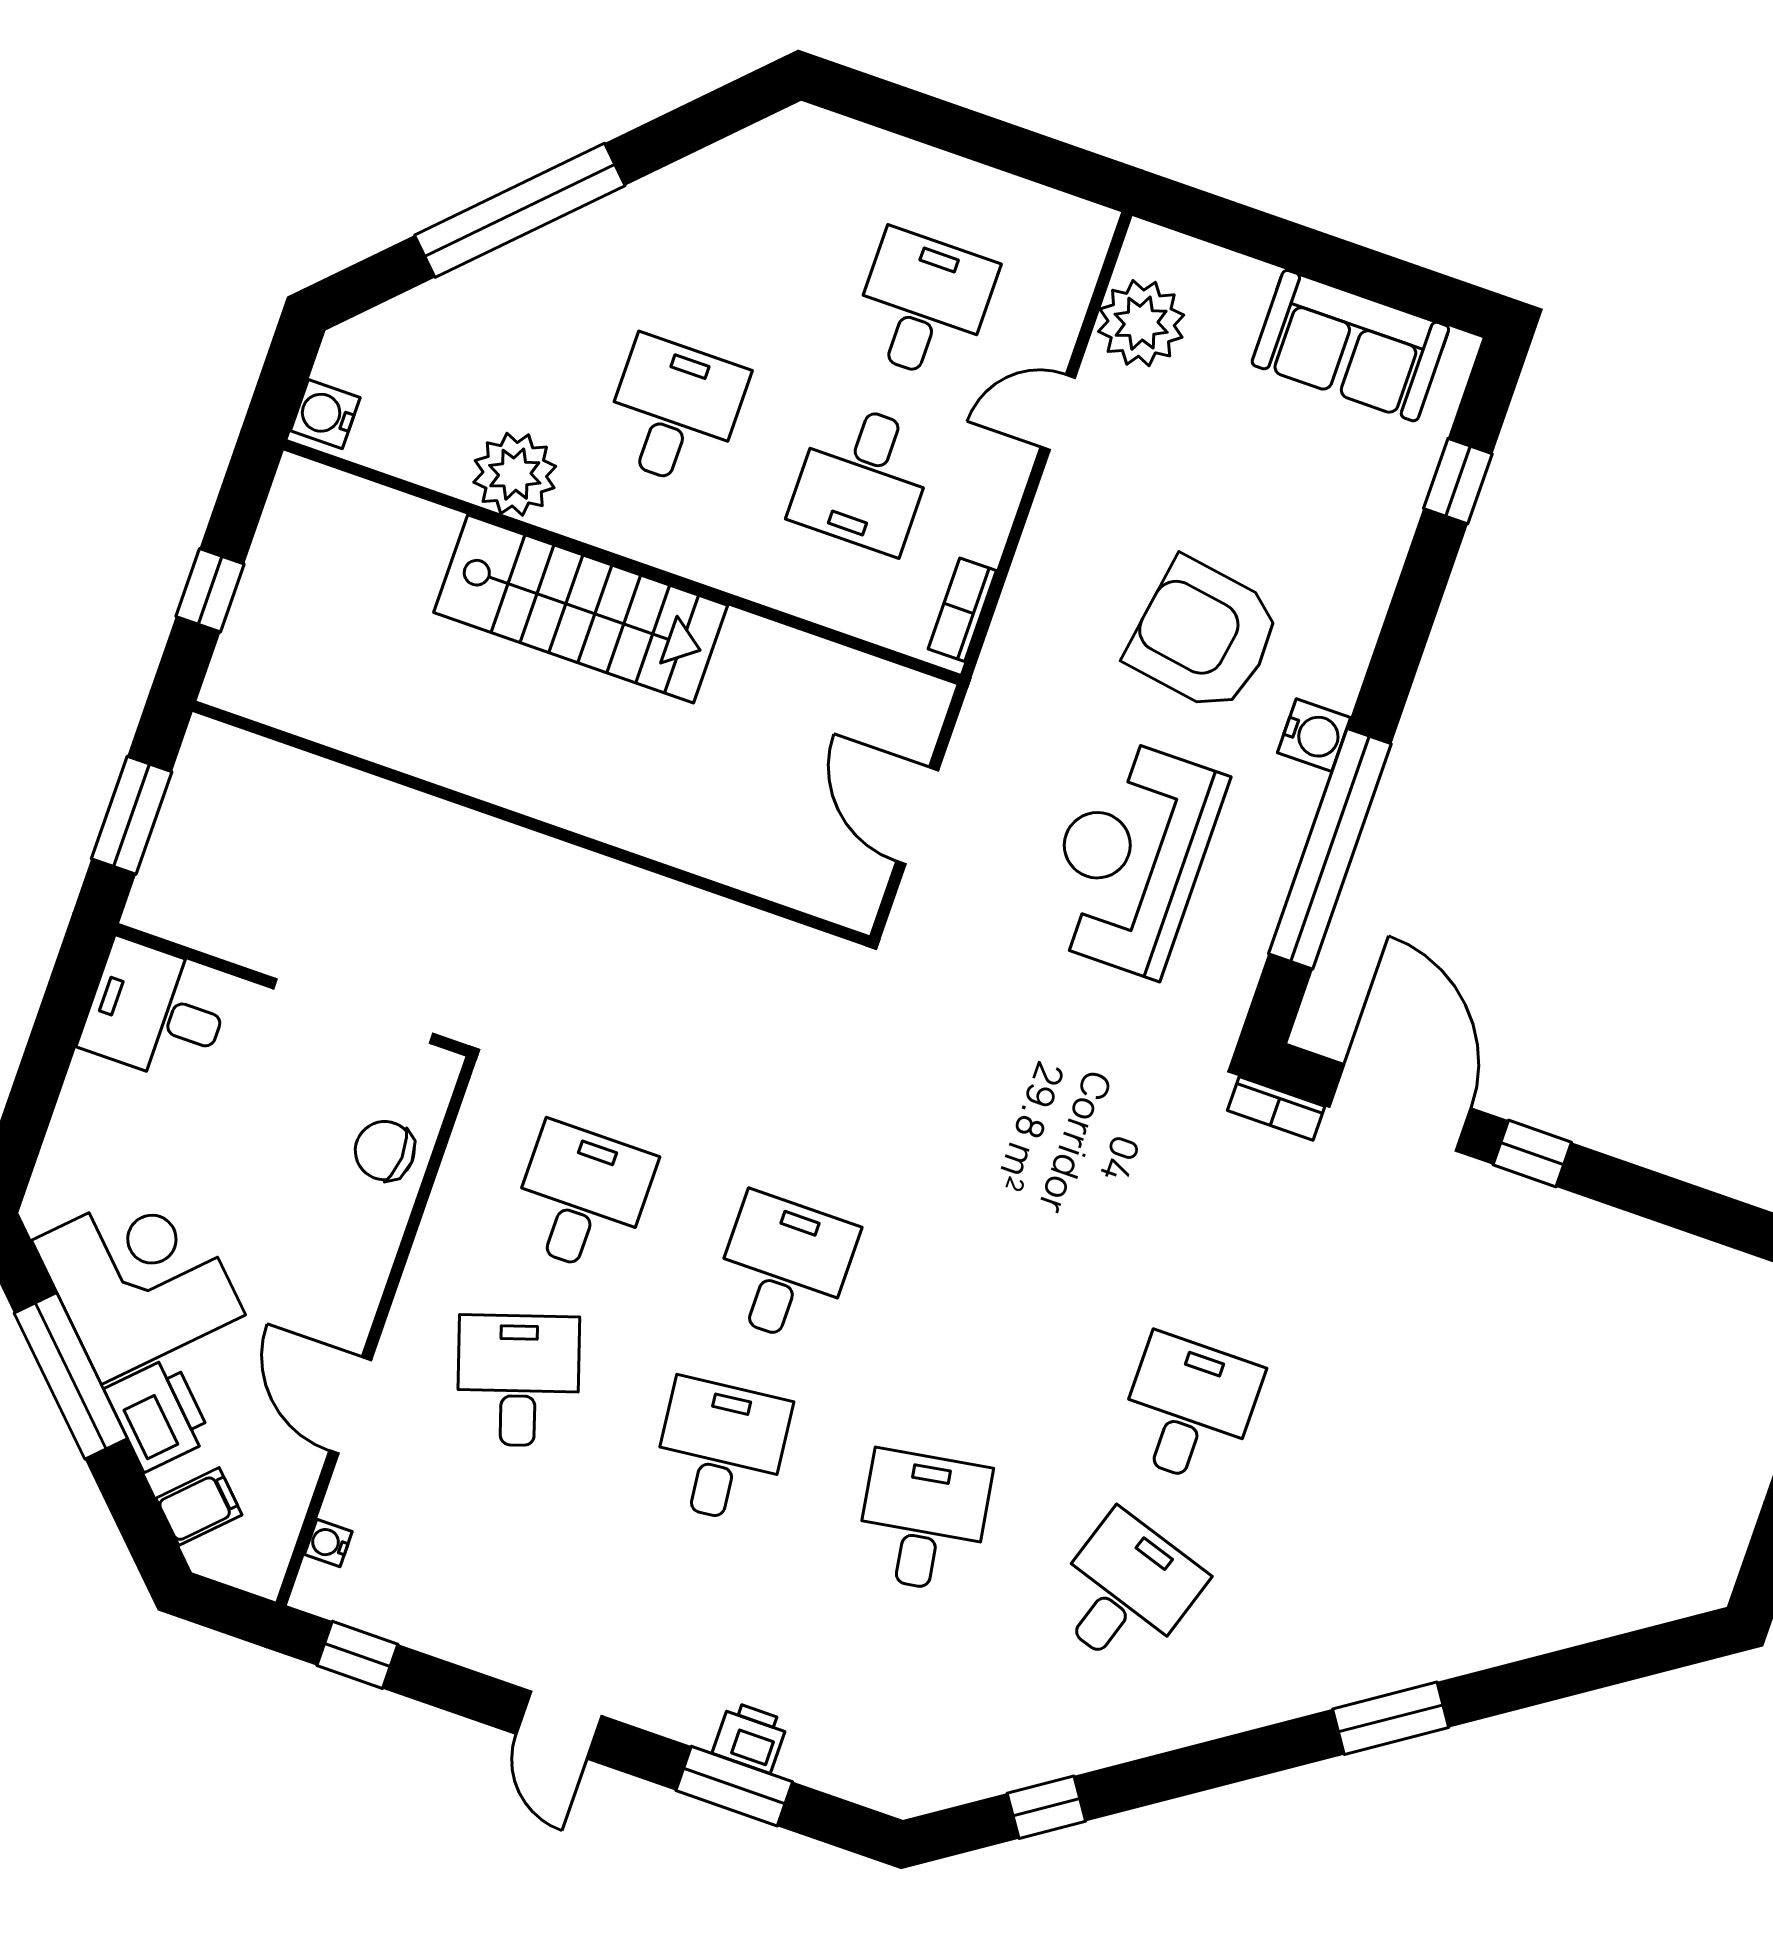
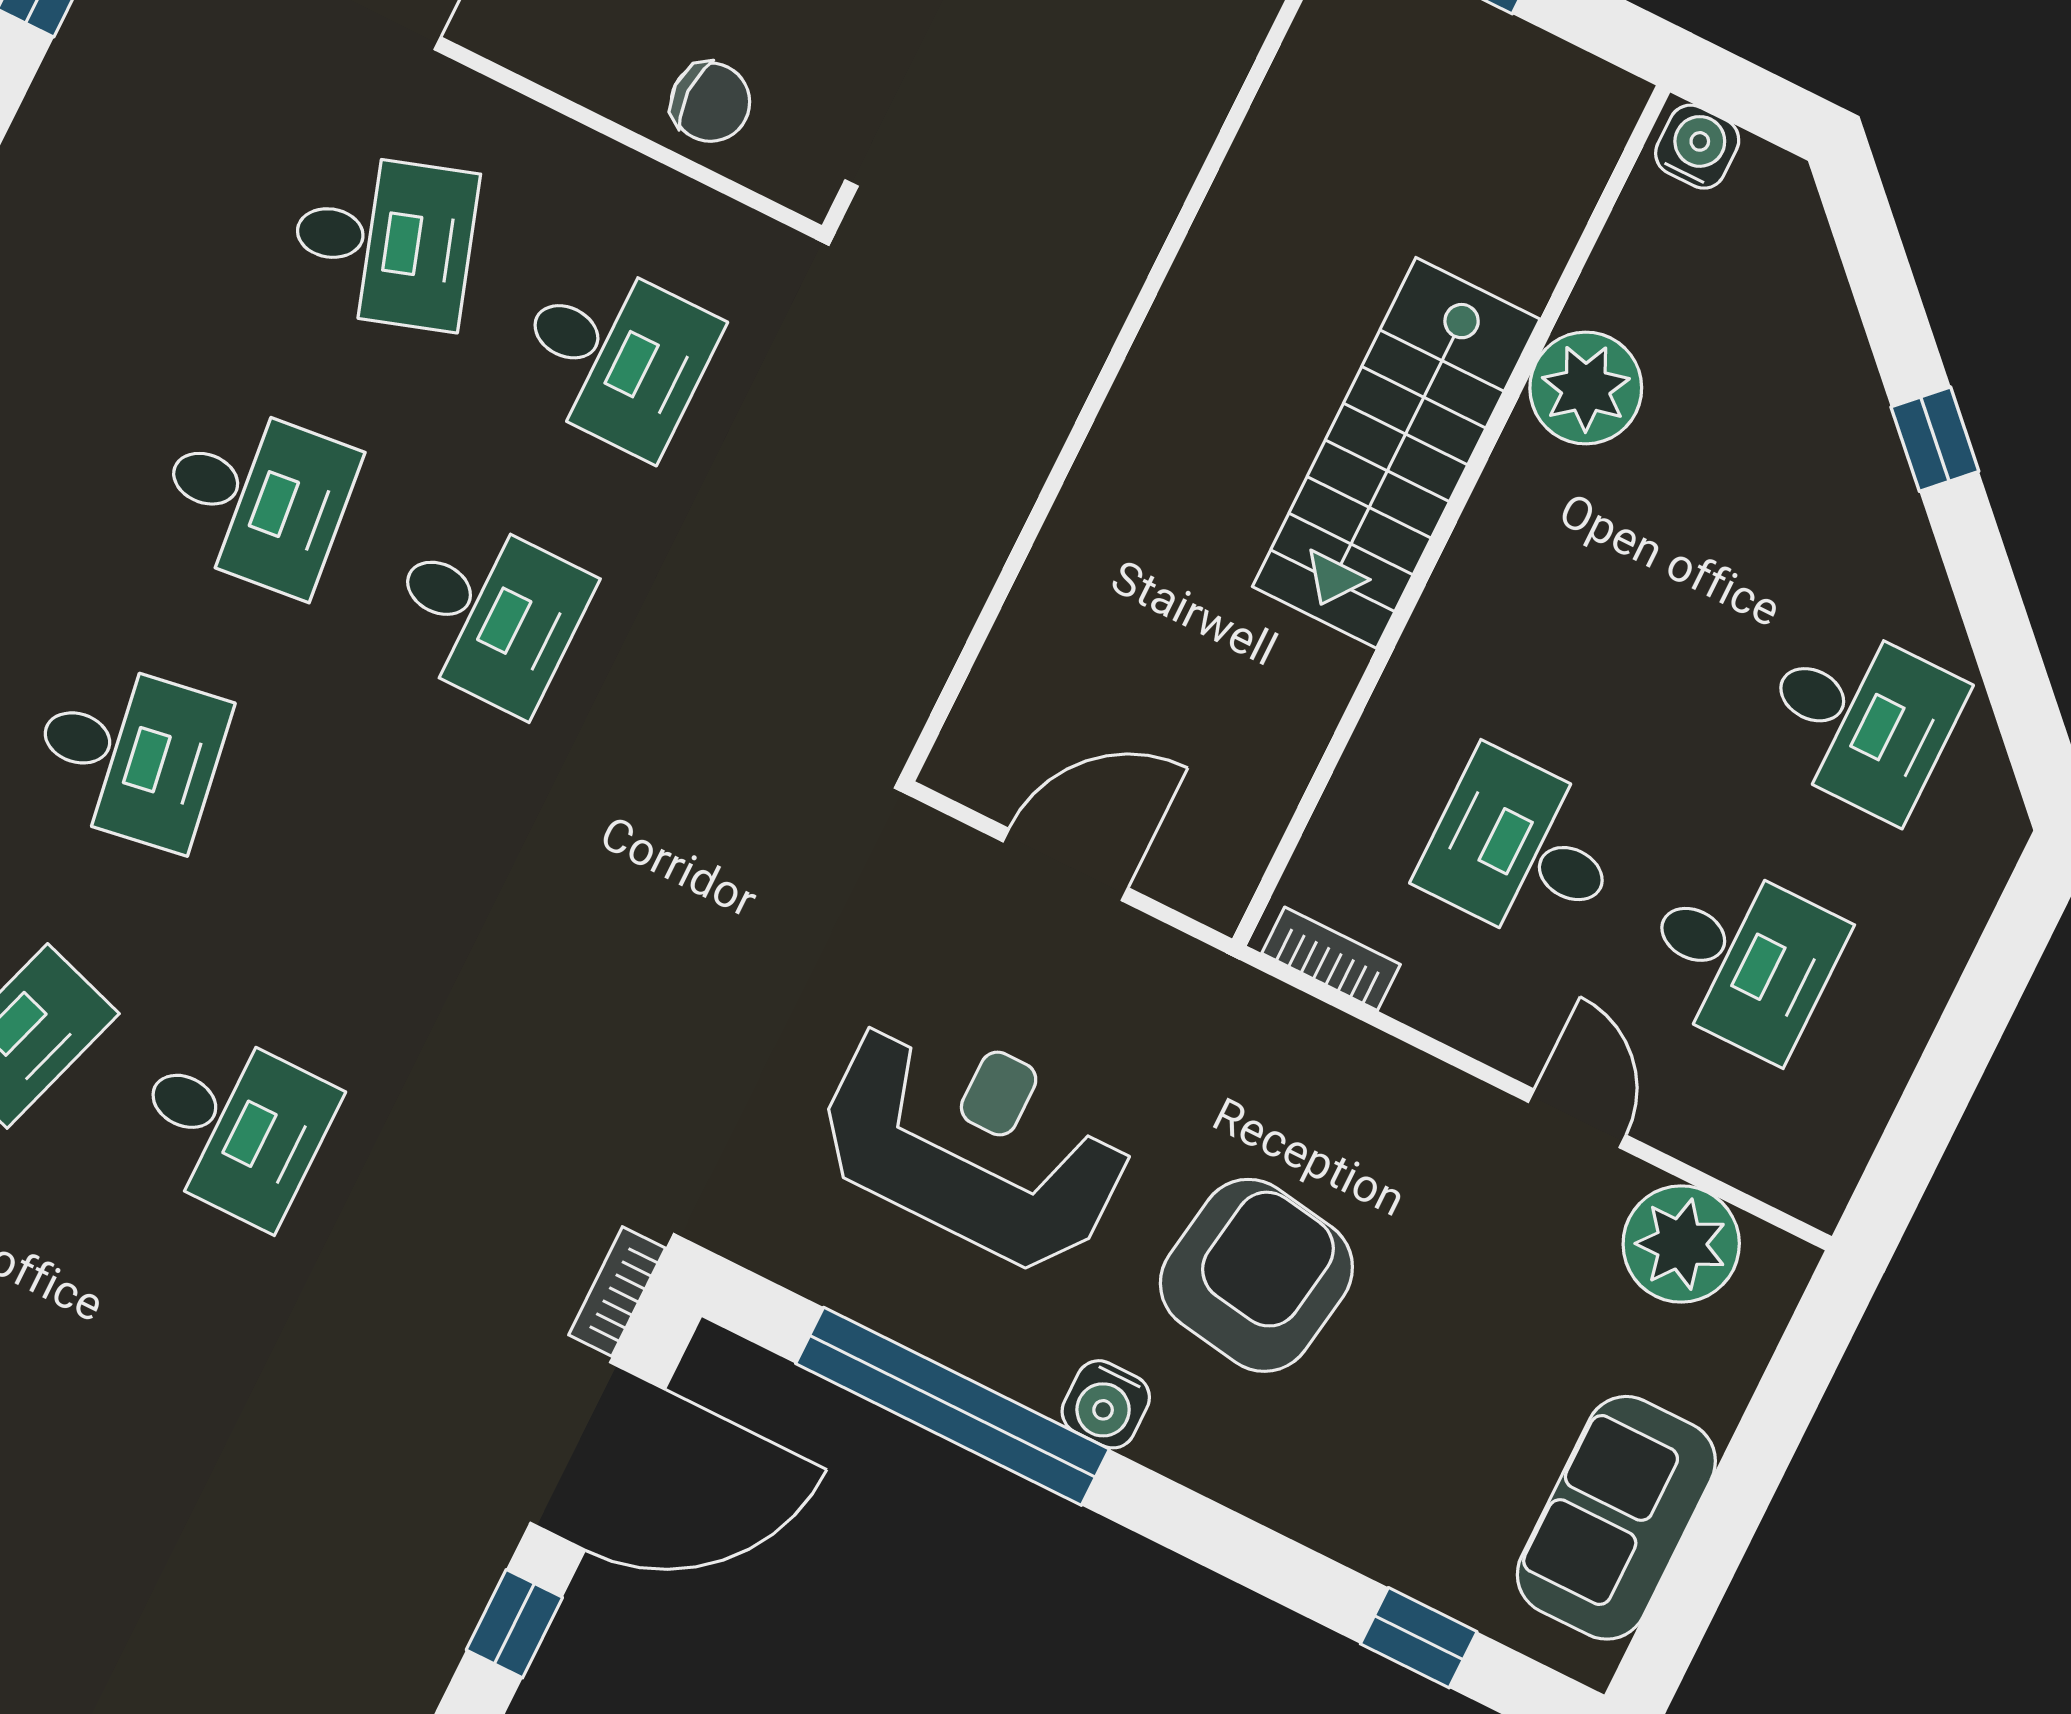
window: (520, 210) -> (1935, 439), width x0.32
desk: (674, 412) -> (1860, 719), moved
chair: (385, 1151) -> (710, 102), turned 87

